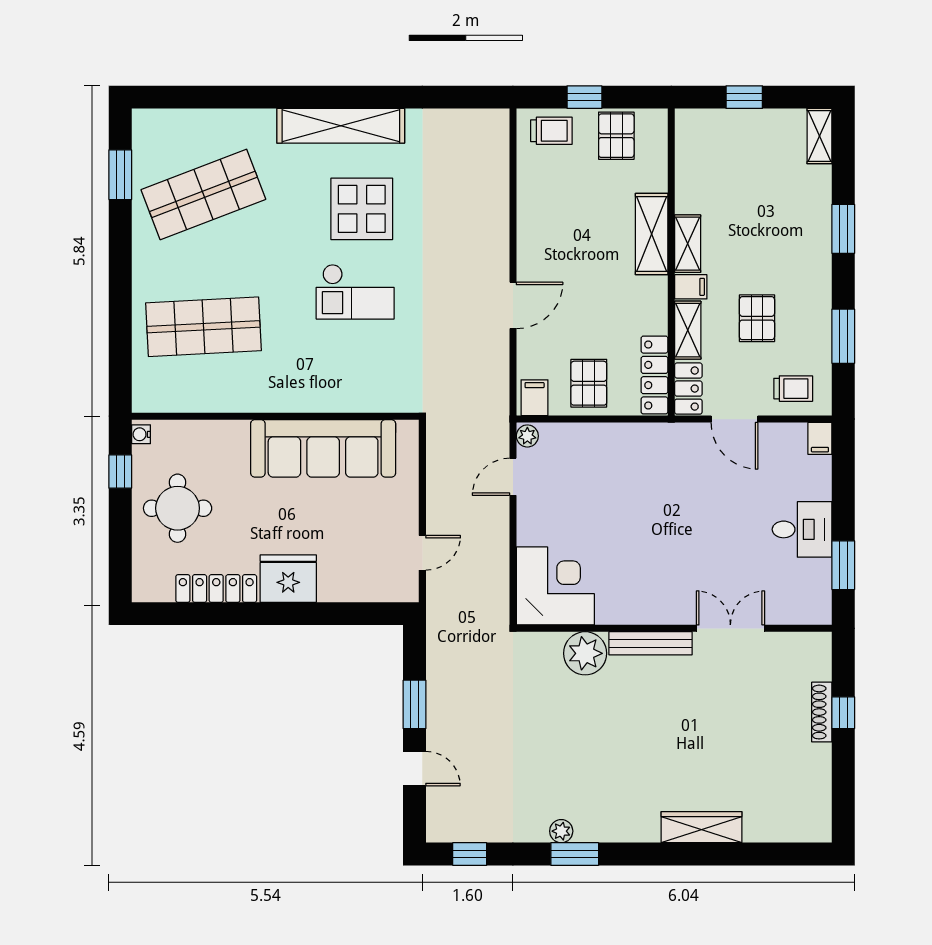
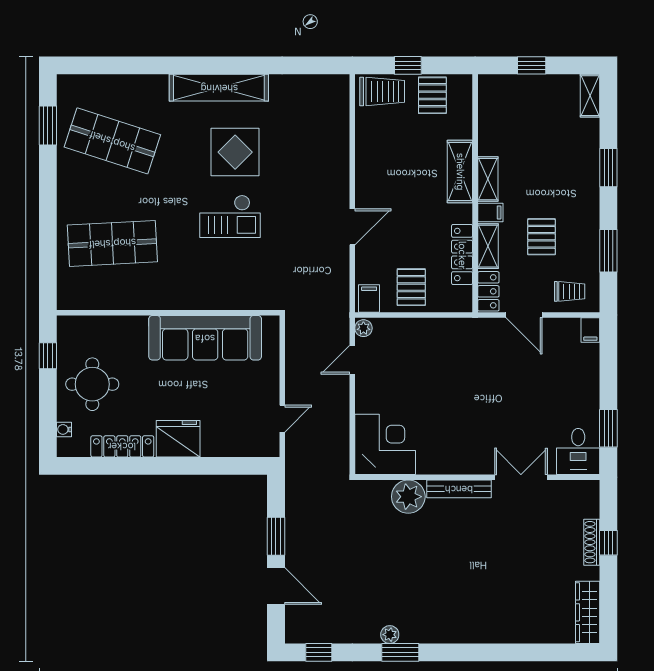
trolley: (551, 131) -> (382, 91), width x1.36, depth x1.39
shop shelf: (203, 194) -> (112, 141), turned 39
locker: (654, 375) -> (462, 255), moved
water cooler: (141, 434) -> (64, 429), moved
desk: (802, 529) -> (578, 451), moved, turned 90
door: (414, 769) -> (276, 586), width x1.38
wardrobe: (702, 827) -> (588, 612), moved, turned -90

